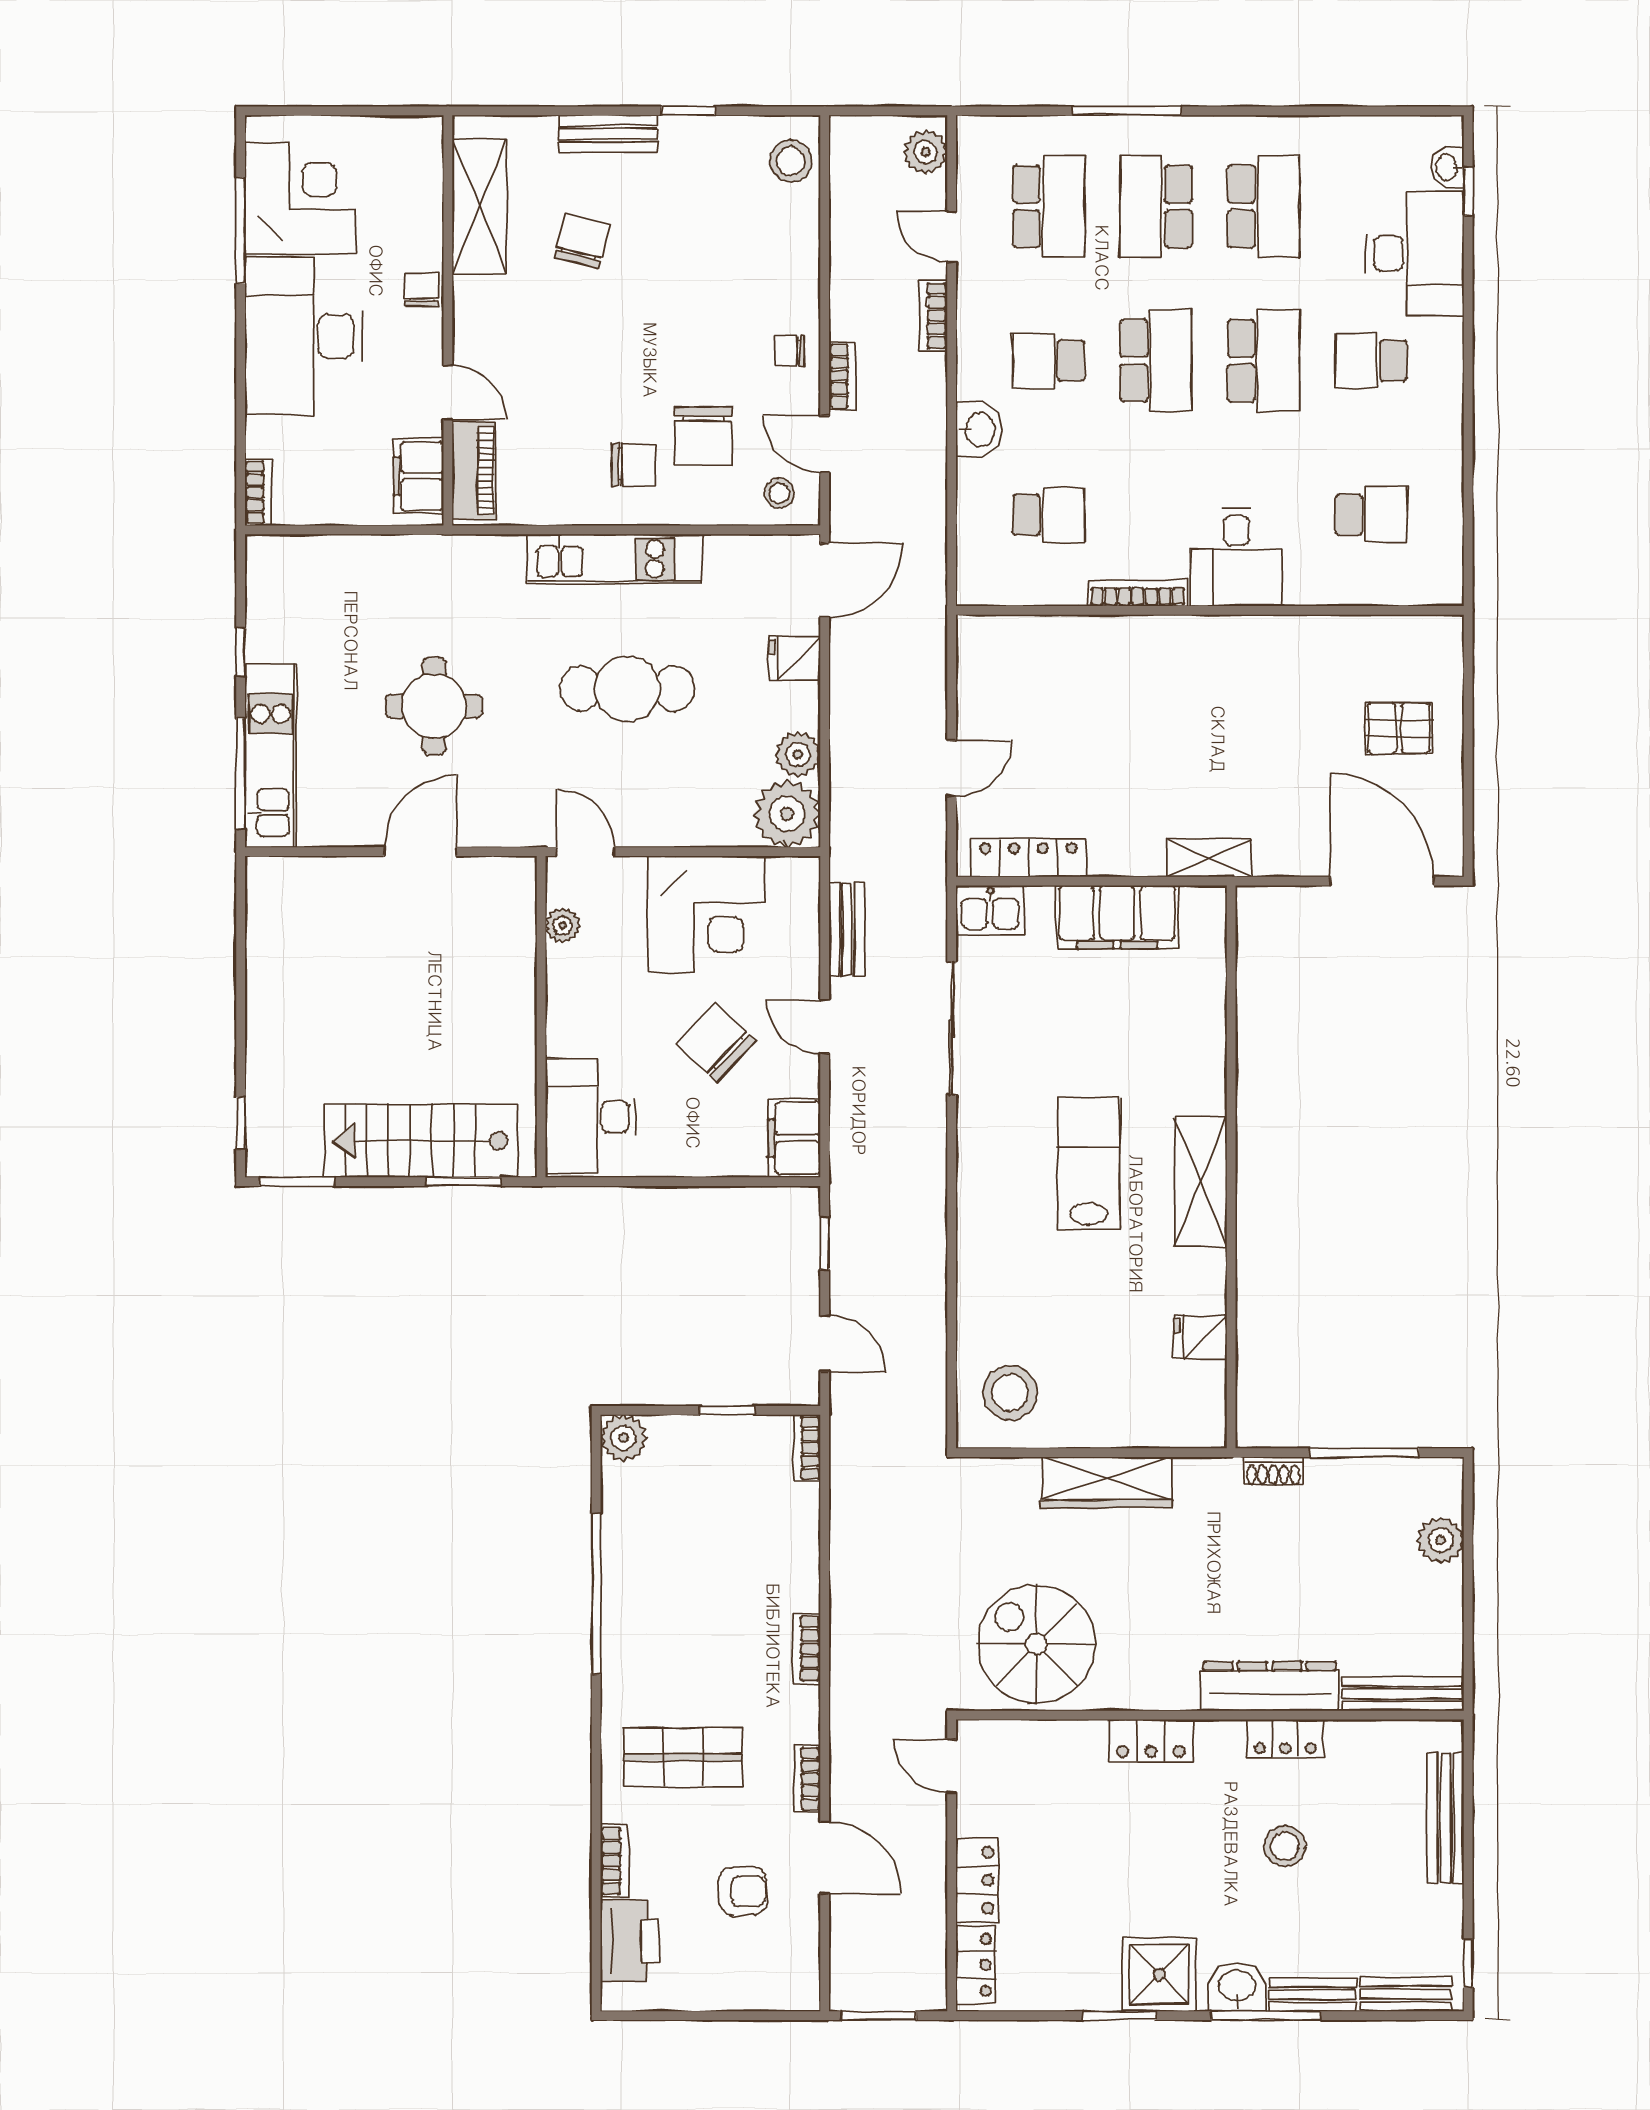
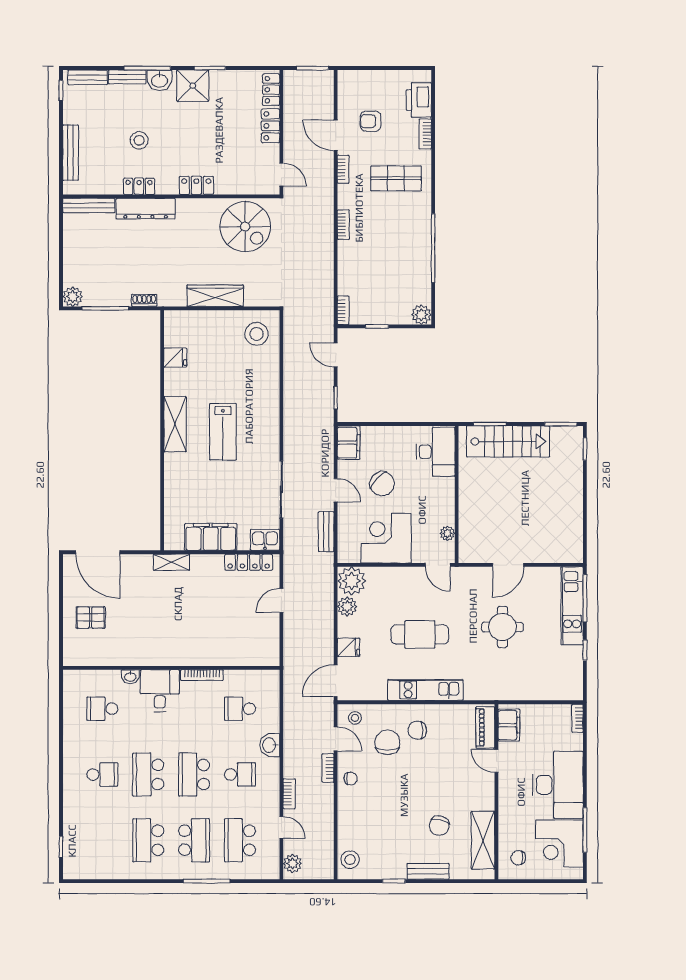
washbasin: (1447, 167) -> (130, 677), moved, turned 90
desk: (1415, 253) -> (84, 820), removed
chair: (422, 289) -> (518, 858), moved, turned 90
plant: (1441, 1540) -> (73, 297), moved

